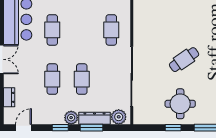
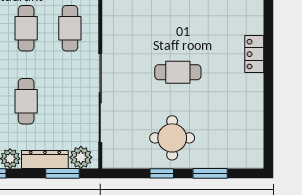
cafe table: (82, 30) -> (26, 28), added
cafe table: (184, 60) -> (178, 72), turned 35
window: (92, 128) -> (62, 173), moved

